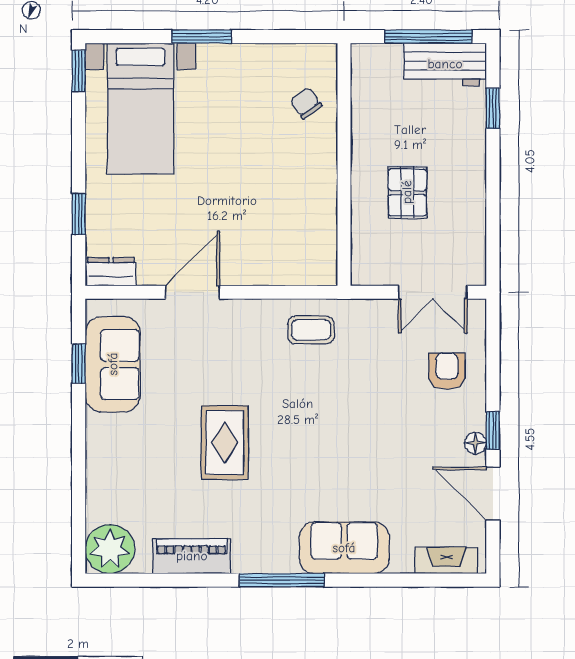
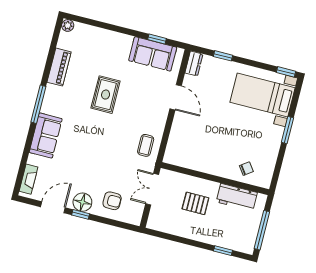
workbench: (445, 64) -> (237, 197), moved, turned -90
double door: (433, 292) -> (152, 189), moved
rug: (225, 443) -> (106, 95), turned 90
floor lamp: (476, 443) -> (82, 202), width x1.89, depth x1.89
plant: (110, 549) -> (68, 25), width x0.53, depth x0.53

